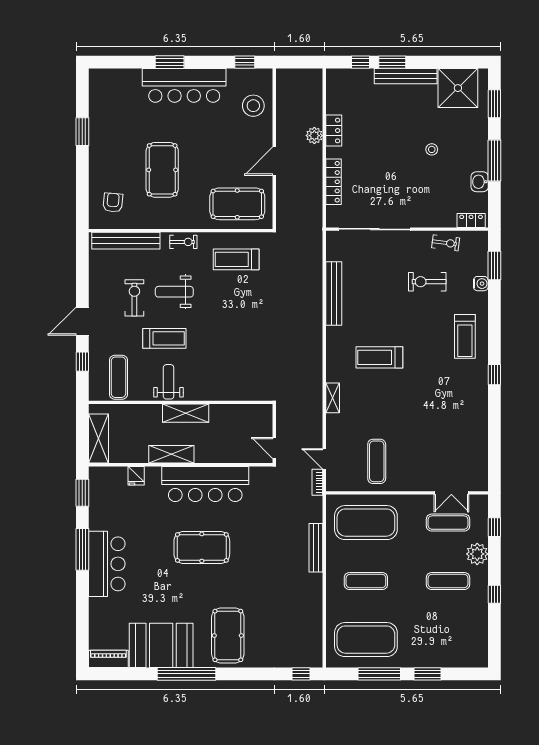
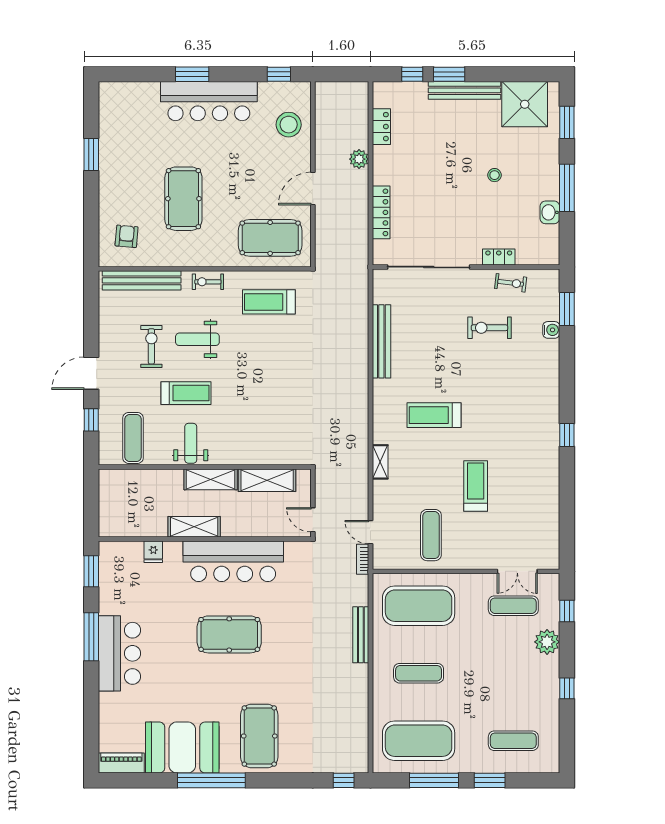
locker: (334, 131) -> (381, 127), moved
locker: (471, 220) -> (499, 257), moved
exercise bike: (183, 242) -> (208, 282), turned 180
treadmill: (465, 336) -> (476, 486), moved, turned 180
shelving: (98, 439) -> (267, 480), moved, turned 90
exercise mat: (448, 581) -> (513, 741), moved

